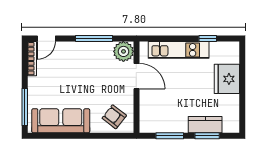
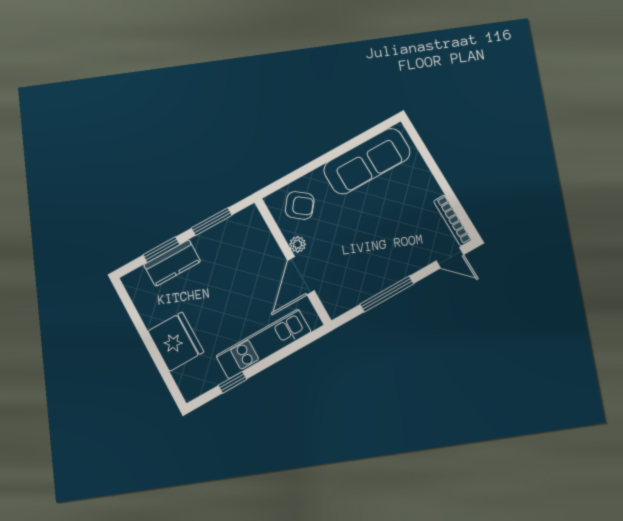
door: (46, 39) -> (450, 258), swing flipped
plant: (123, 51) -> (298, 244), moved, width x0.53, depth x0.53
door: (136, 76) -> (301, 276), hinge flipped
window: (25, 107) -> (424, 152), removed

